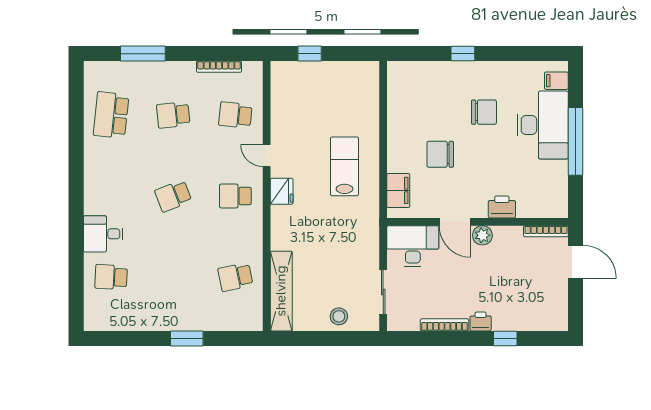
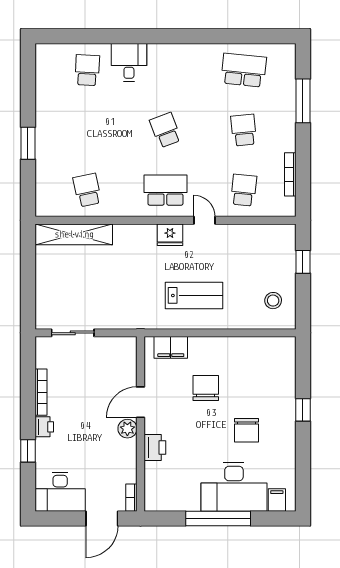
door: (267, 156) -> (204, 220), hinge flipped
school desk: (235, 196) -> (165, 190), width x1.85
bookcase: (546, 231) -> (131, 498), width x0.64
desk: (413, 246) -> (60, 492), moved, turned 90
stool: (339, 316) -> (273, 301), moved

